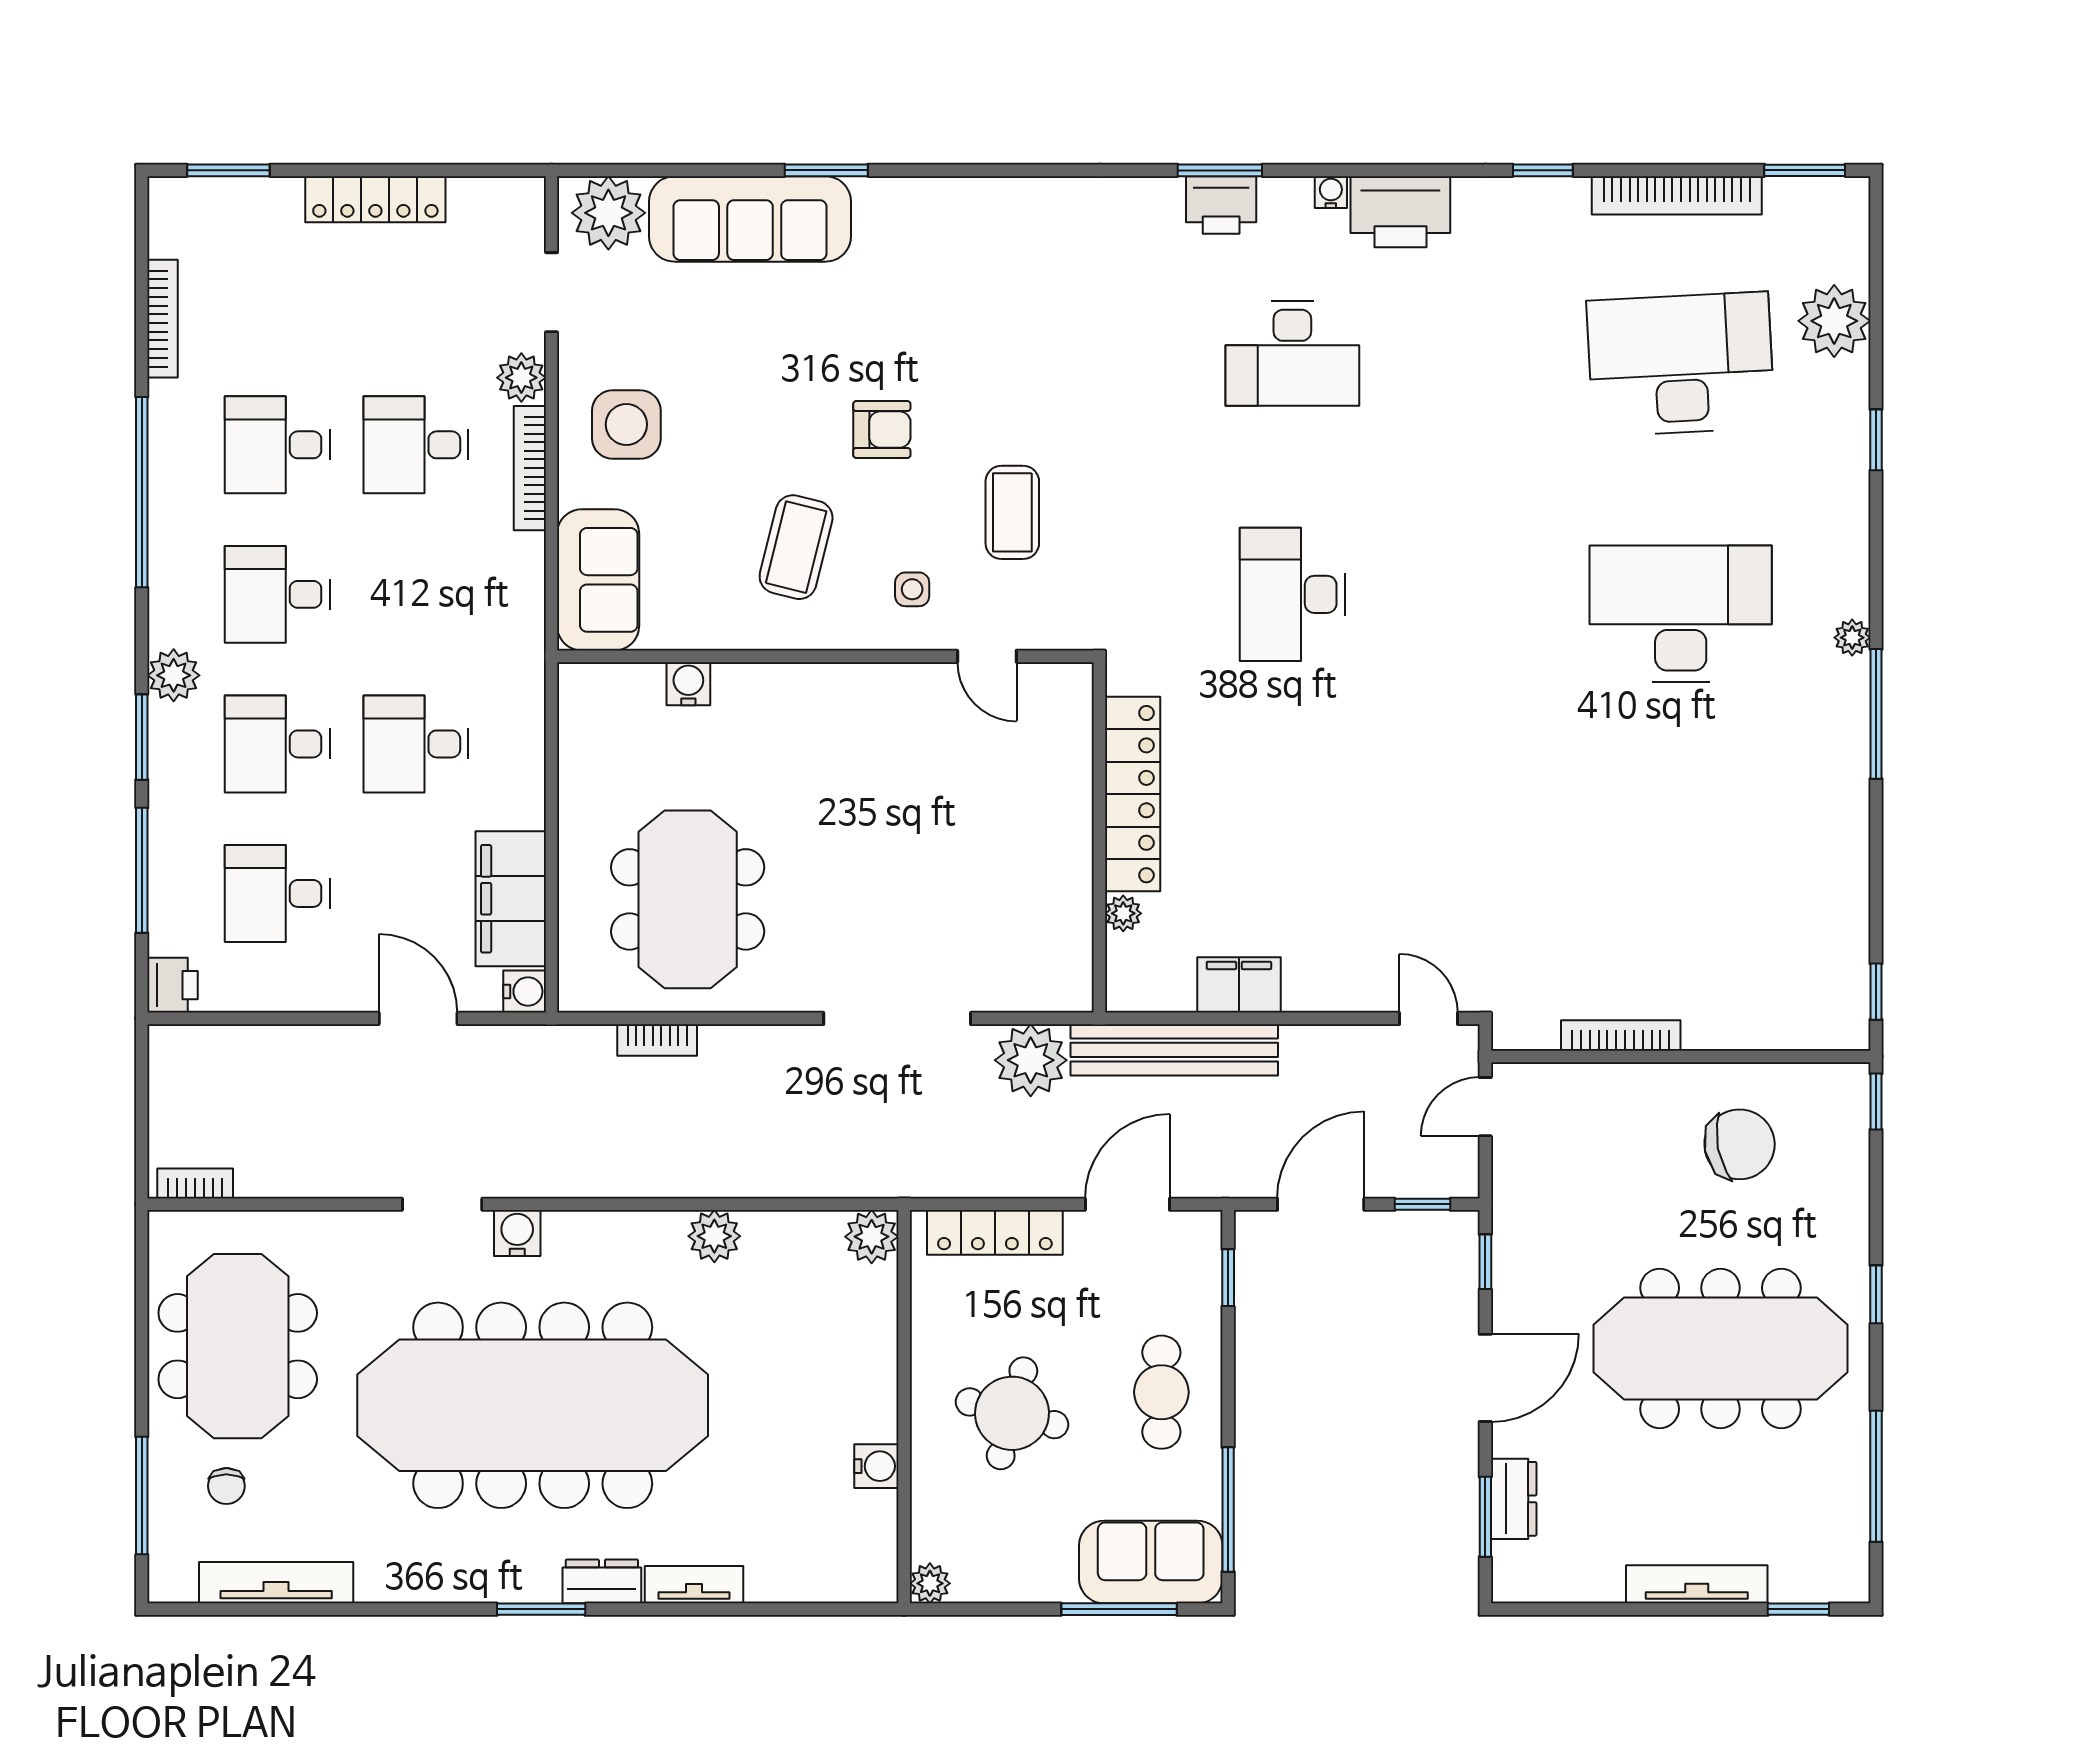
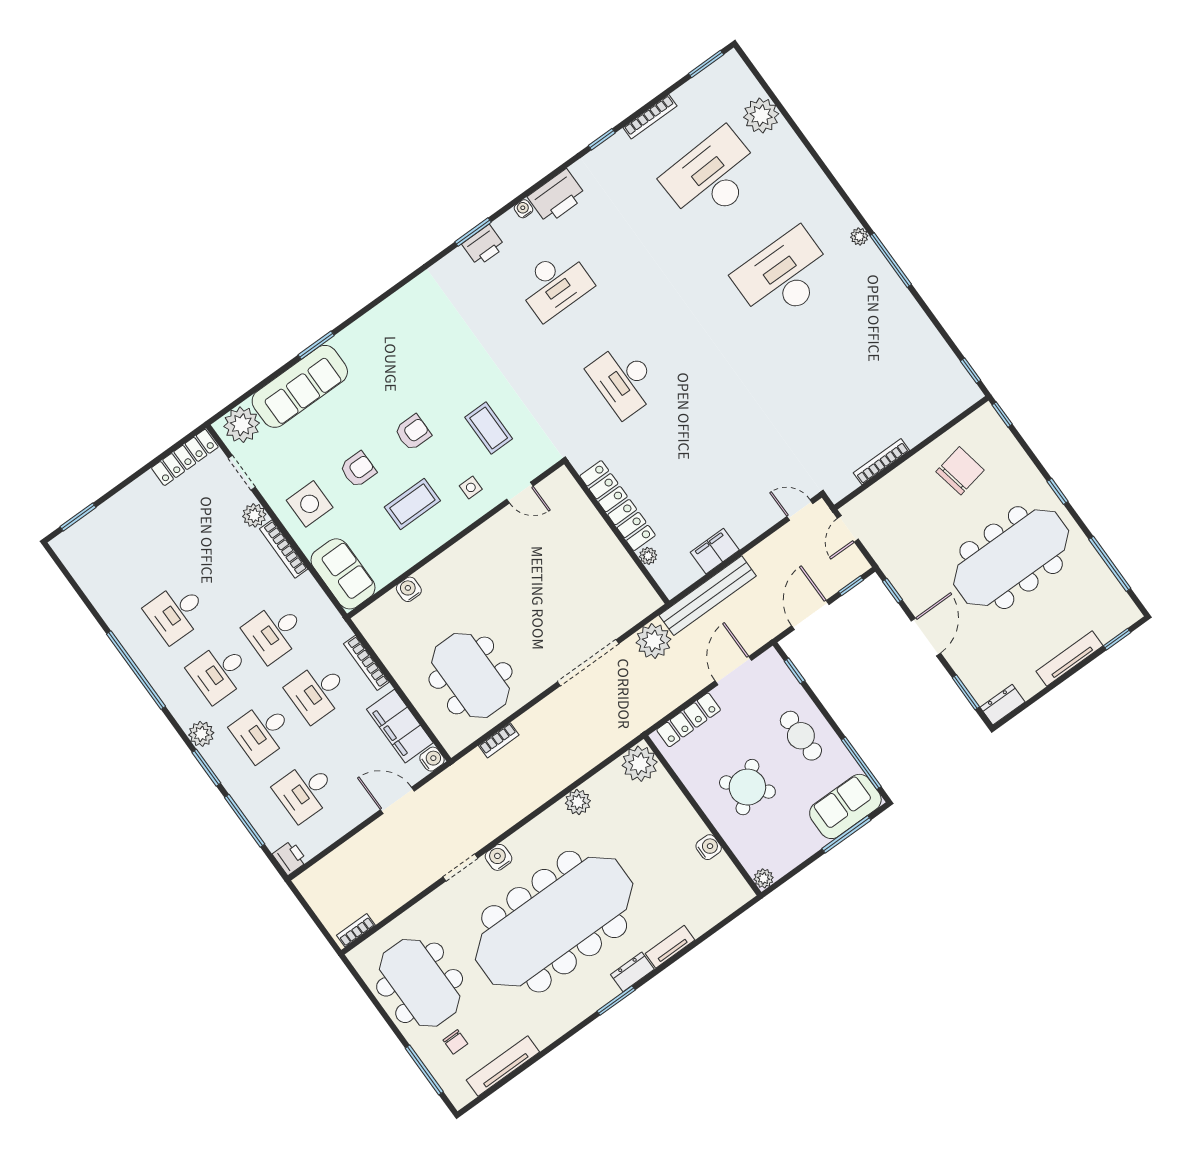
bookcase: (1677, 195) -> (650, 117), width x0.68, depth x0.76
locker: (375, 199) -> (185, 457), moved
bookcase: (163, 319) -> (366, 663), moved, turned 180
armchair: (747, 425) -> (358, 469), added
window: (1876, 440) -> (812, 151), removed
desk: (416, 445) -> (275, 632), moved
coffee table: (796, 547) -> (412, 504), turned 76
plant: (872, 1237) -> (640, 764), width x1.36, depth x1.36
round table: (1012, 1413) -> (747, 787), turned 33
dresser: (1514, 1499) -> (1002, 705), moved, turned -90

